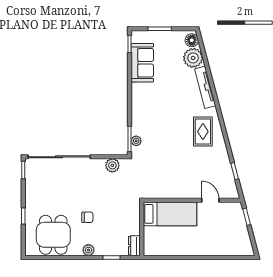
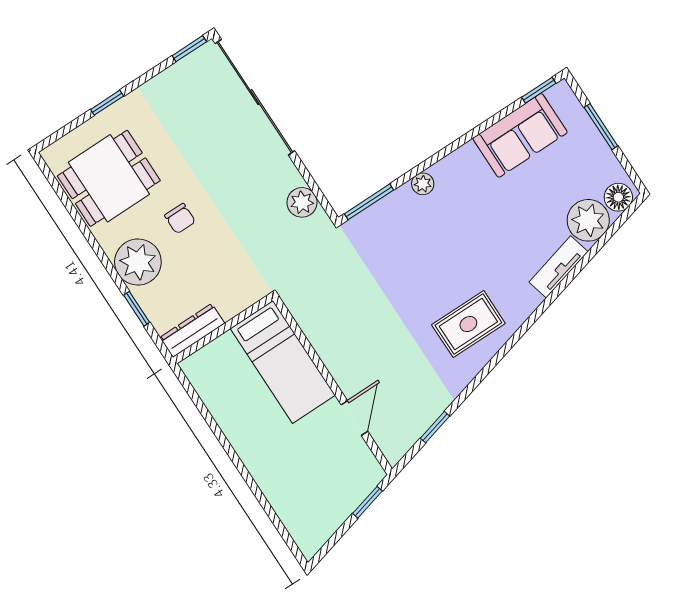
tv unit: (205, 87) -> (559, 267), width x0.71
plant: (136, 141) -> (423, 184), moved
dresser: (134, 246) -> (192, 330), width x1.44
plant: (88, 250) -> (138, 262), width x1.88, depth x1.88

